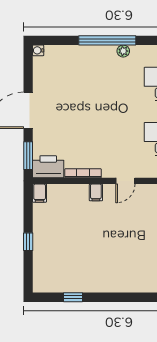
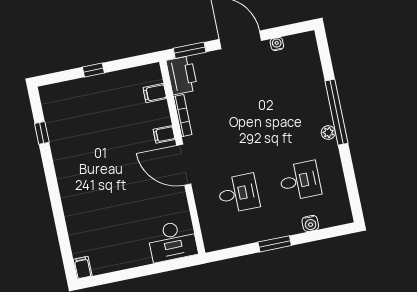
water cooler: (38, 50) -> (277, 44), moved
door: (125, 181) -> (184, 165), width x1.87
filing cabinet: (40, 193) -> (155, 93), moved

